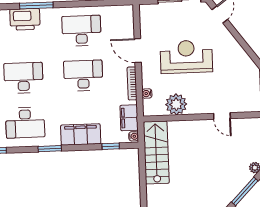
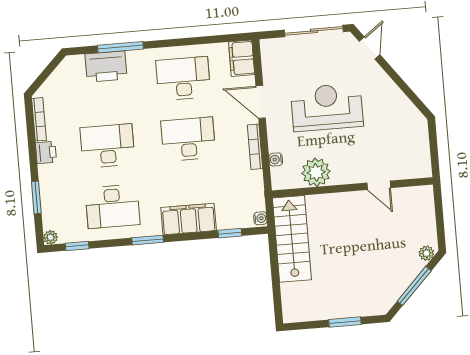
filing cabinet: (129, 118) -> (242, 58), moved

